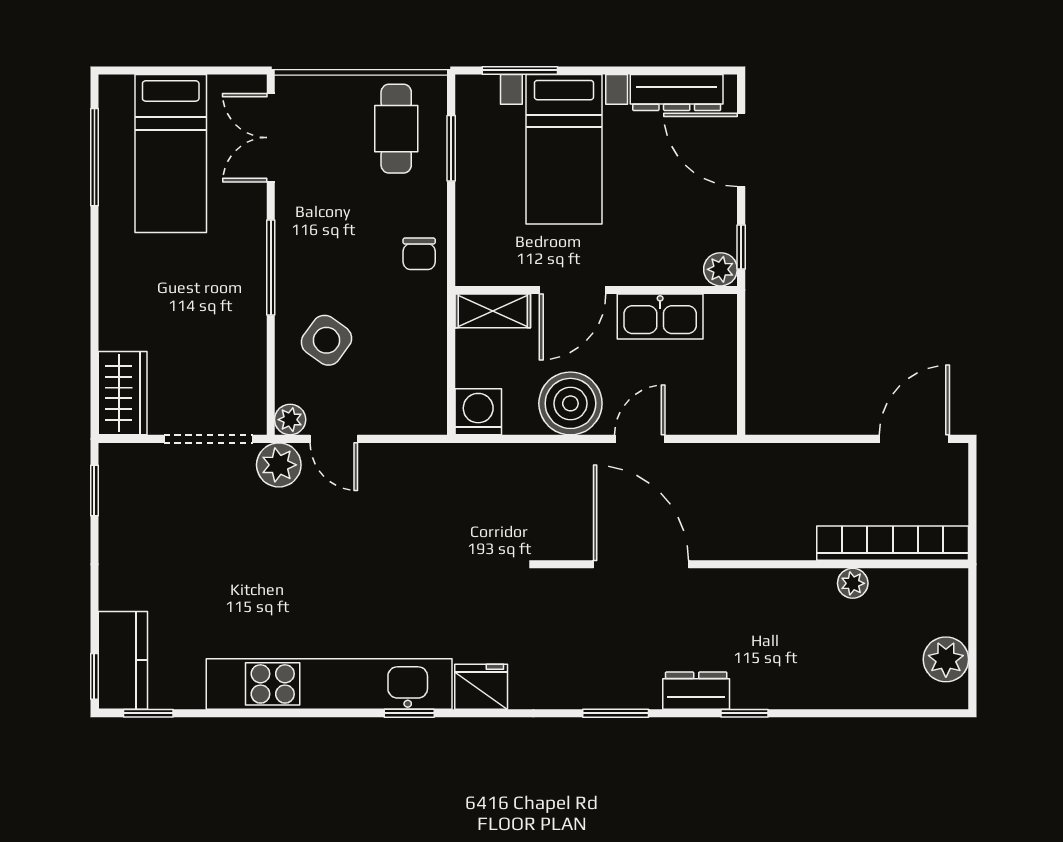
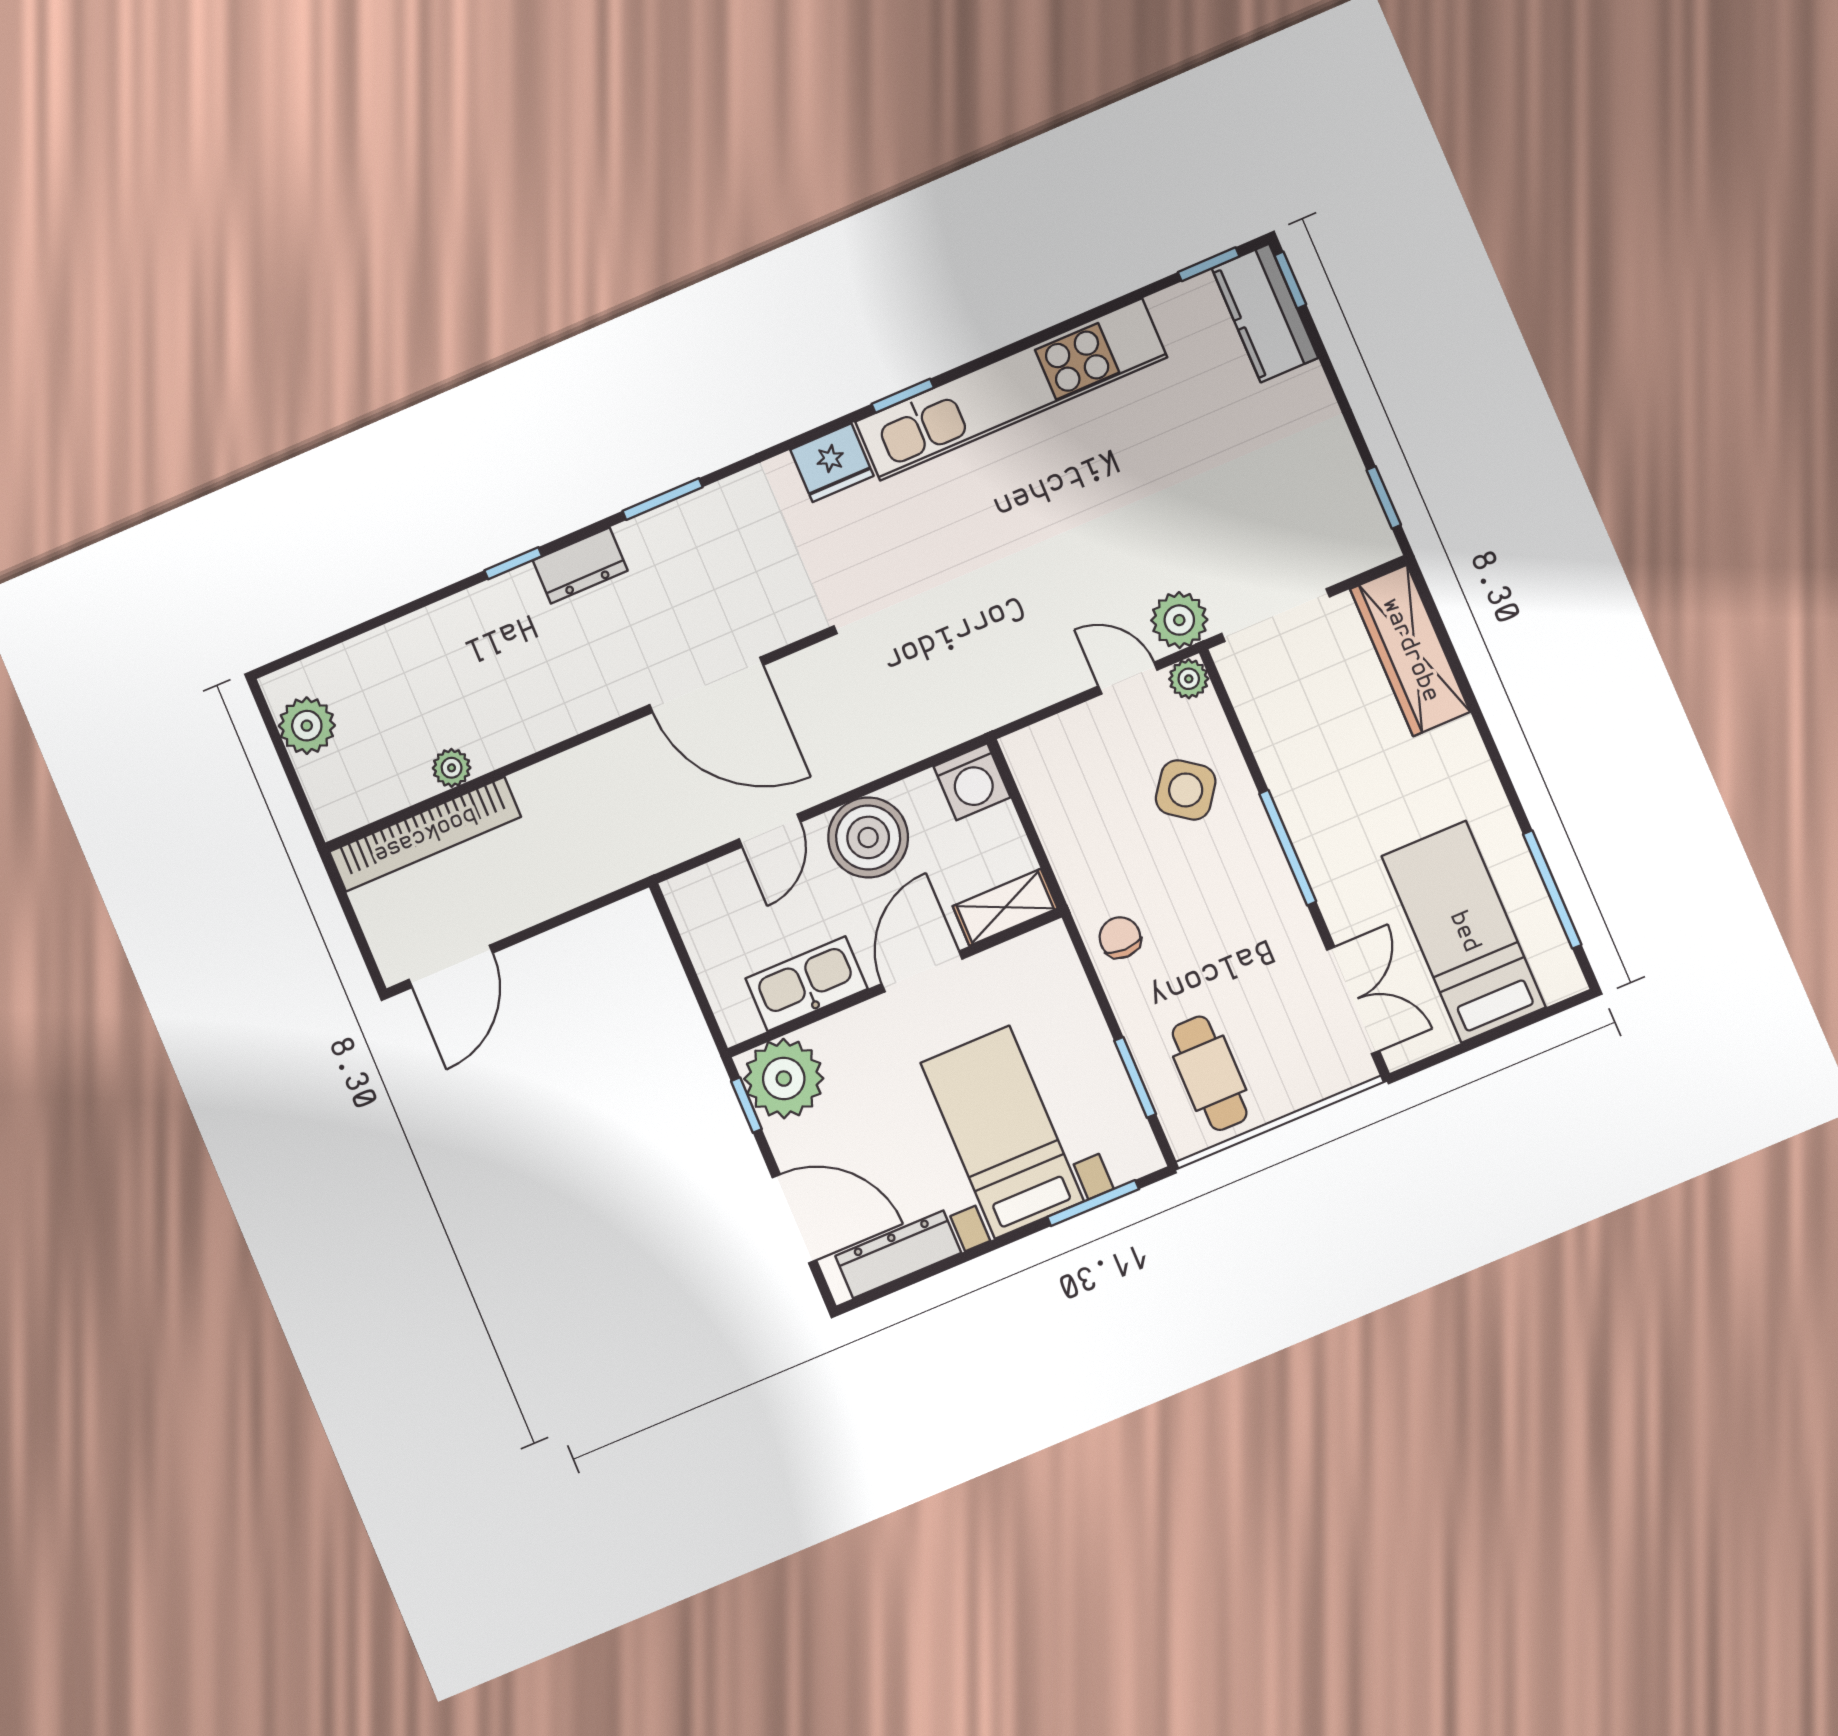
plant: (720, 269) -> (784, 1079), width x1.88, depth x1.88
wardrobe: (123, 393) -> (1410, 650), width x1.50

